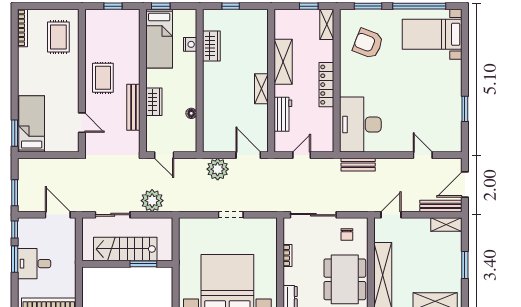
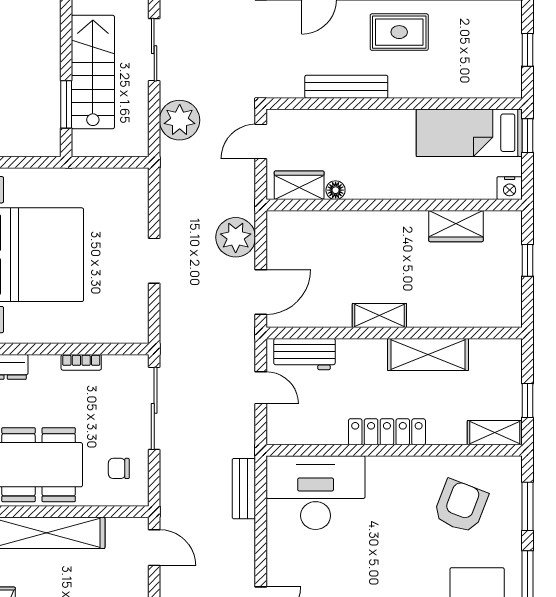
nightstand: (190, 44) -> (510, 188), moved
wardrobe: (154, 102) -> (299, 185), moved, turned 180
workbench: (283, 114) -> (304, 354), moved

